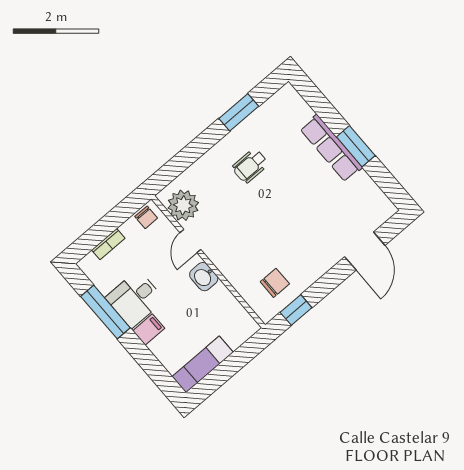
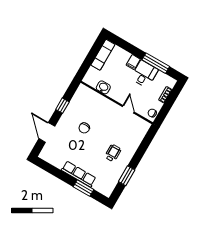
window: (356, 146) -> (83, 188), moved
plant: (183, 205) -> (137, 124), removed
washbasin: (204, 277) -> (103, 87), moved
chair: (275, 283) -> (84, 128), moved
window: (296, 310) -> (62, 106), moved

